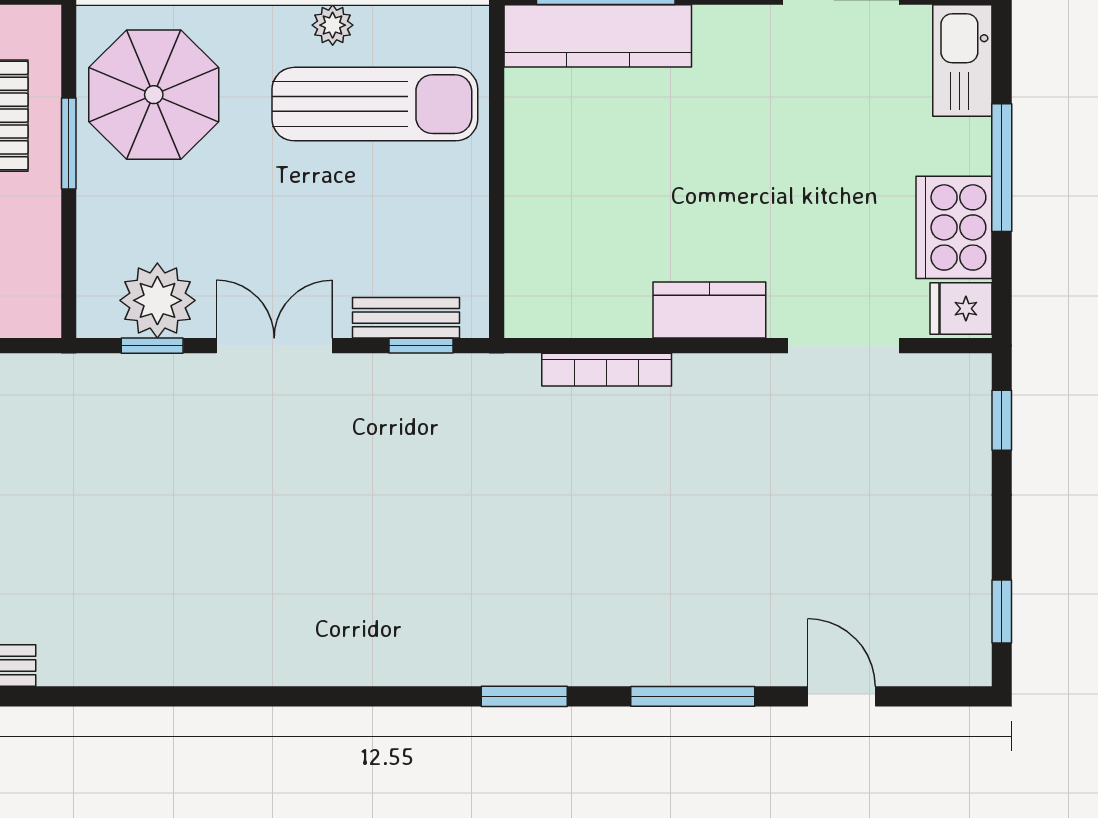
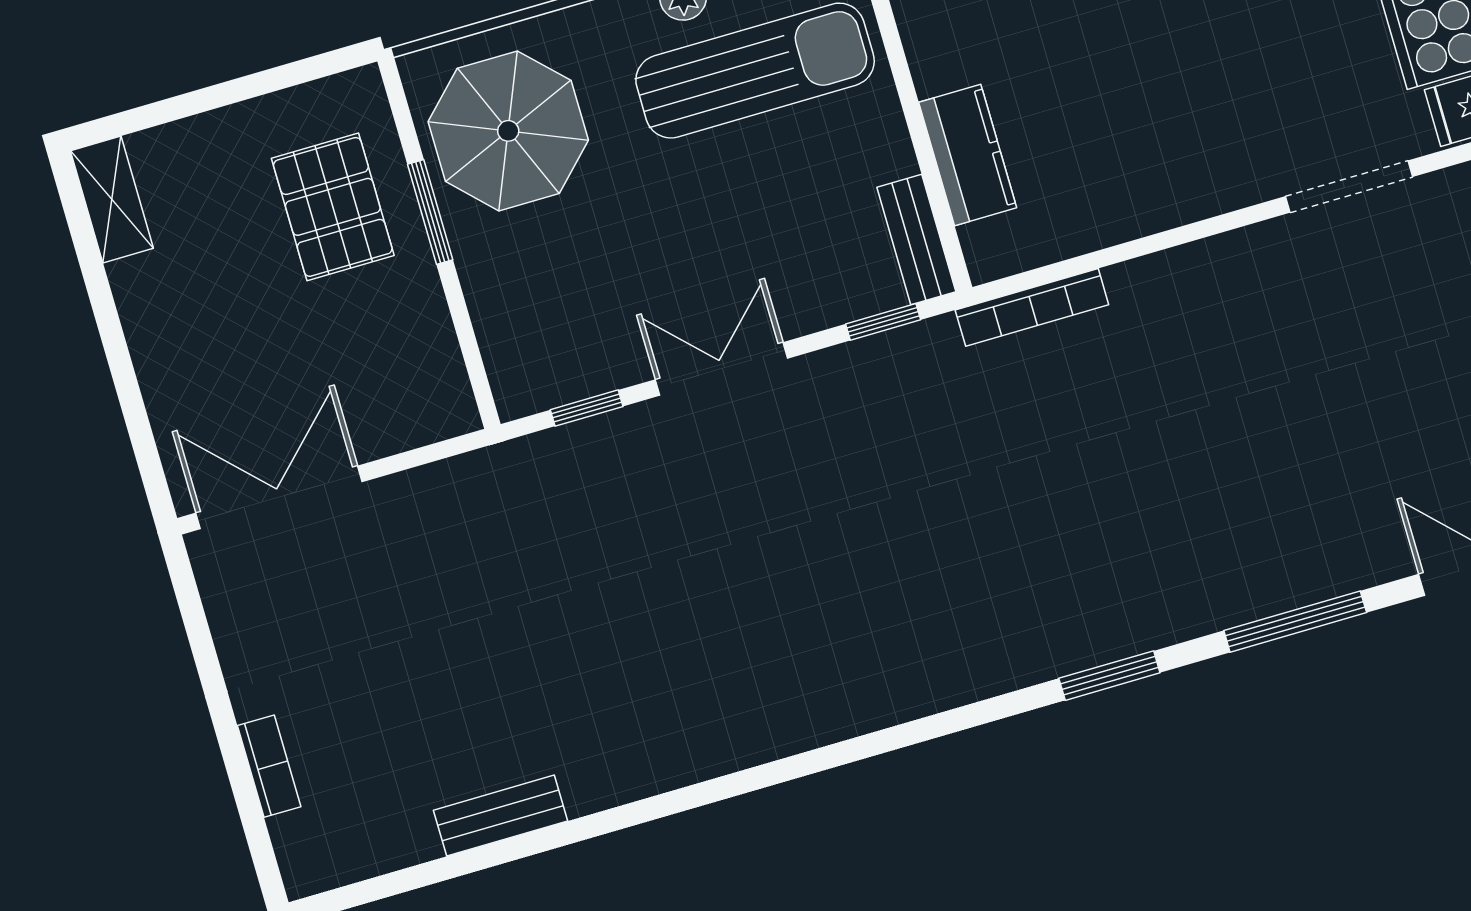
plant: (157, 300) -> (578, 357), removed
kitchen counter: (709, 310) -> (968, 155), moved, turned 90
bench: (406, 318) -> (916, 240), moved, turned 90
bookcase: (607, 370) -> (1032, 307), moved

